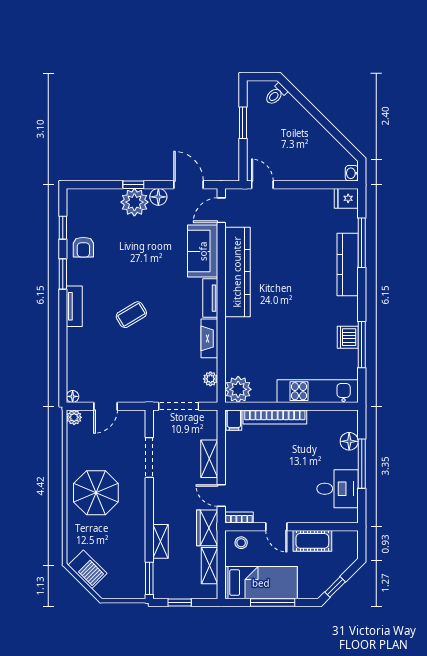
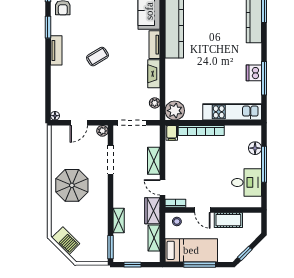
plant: (74, 417) -> (102, 131), moved

